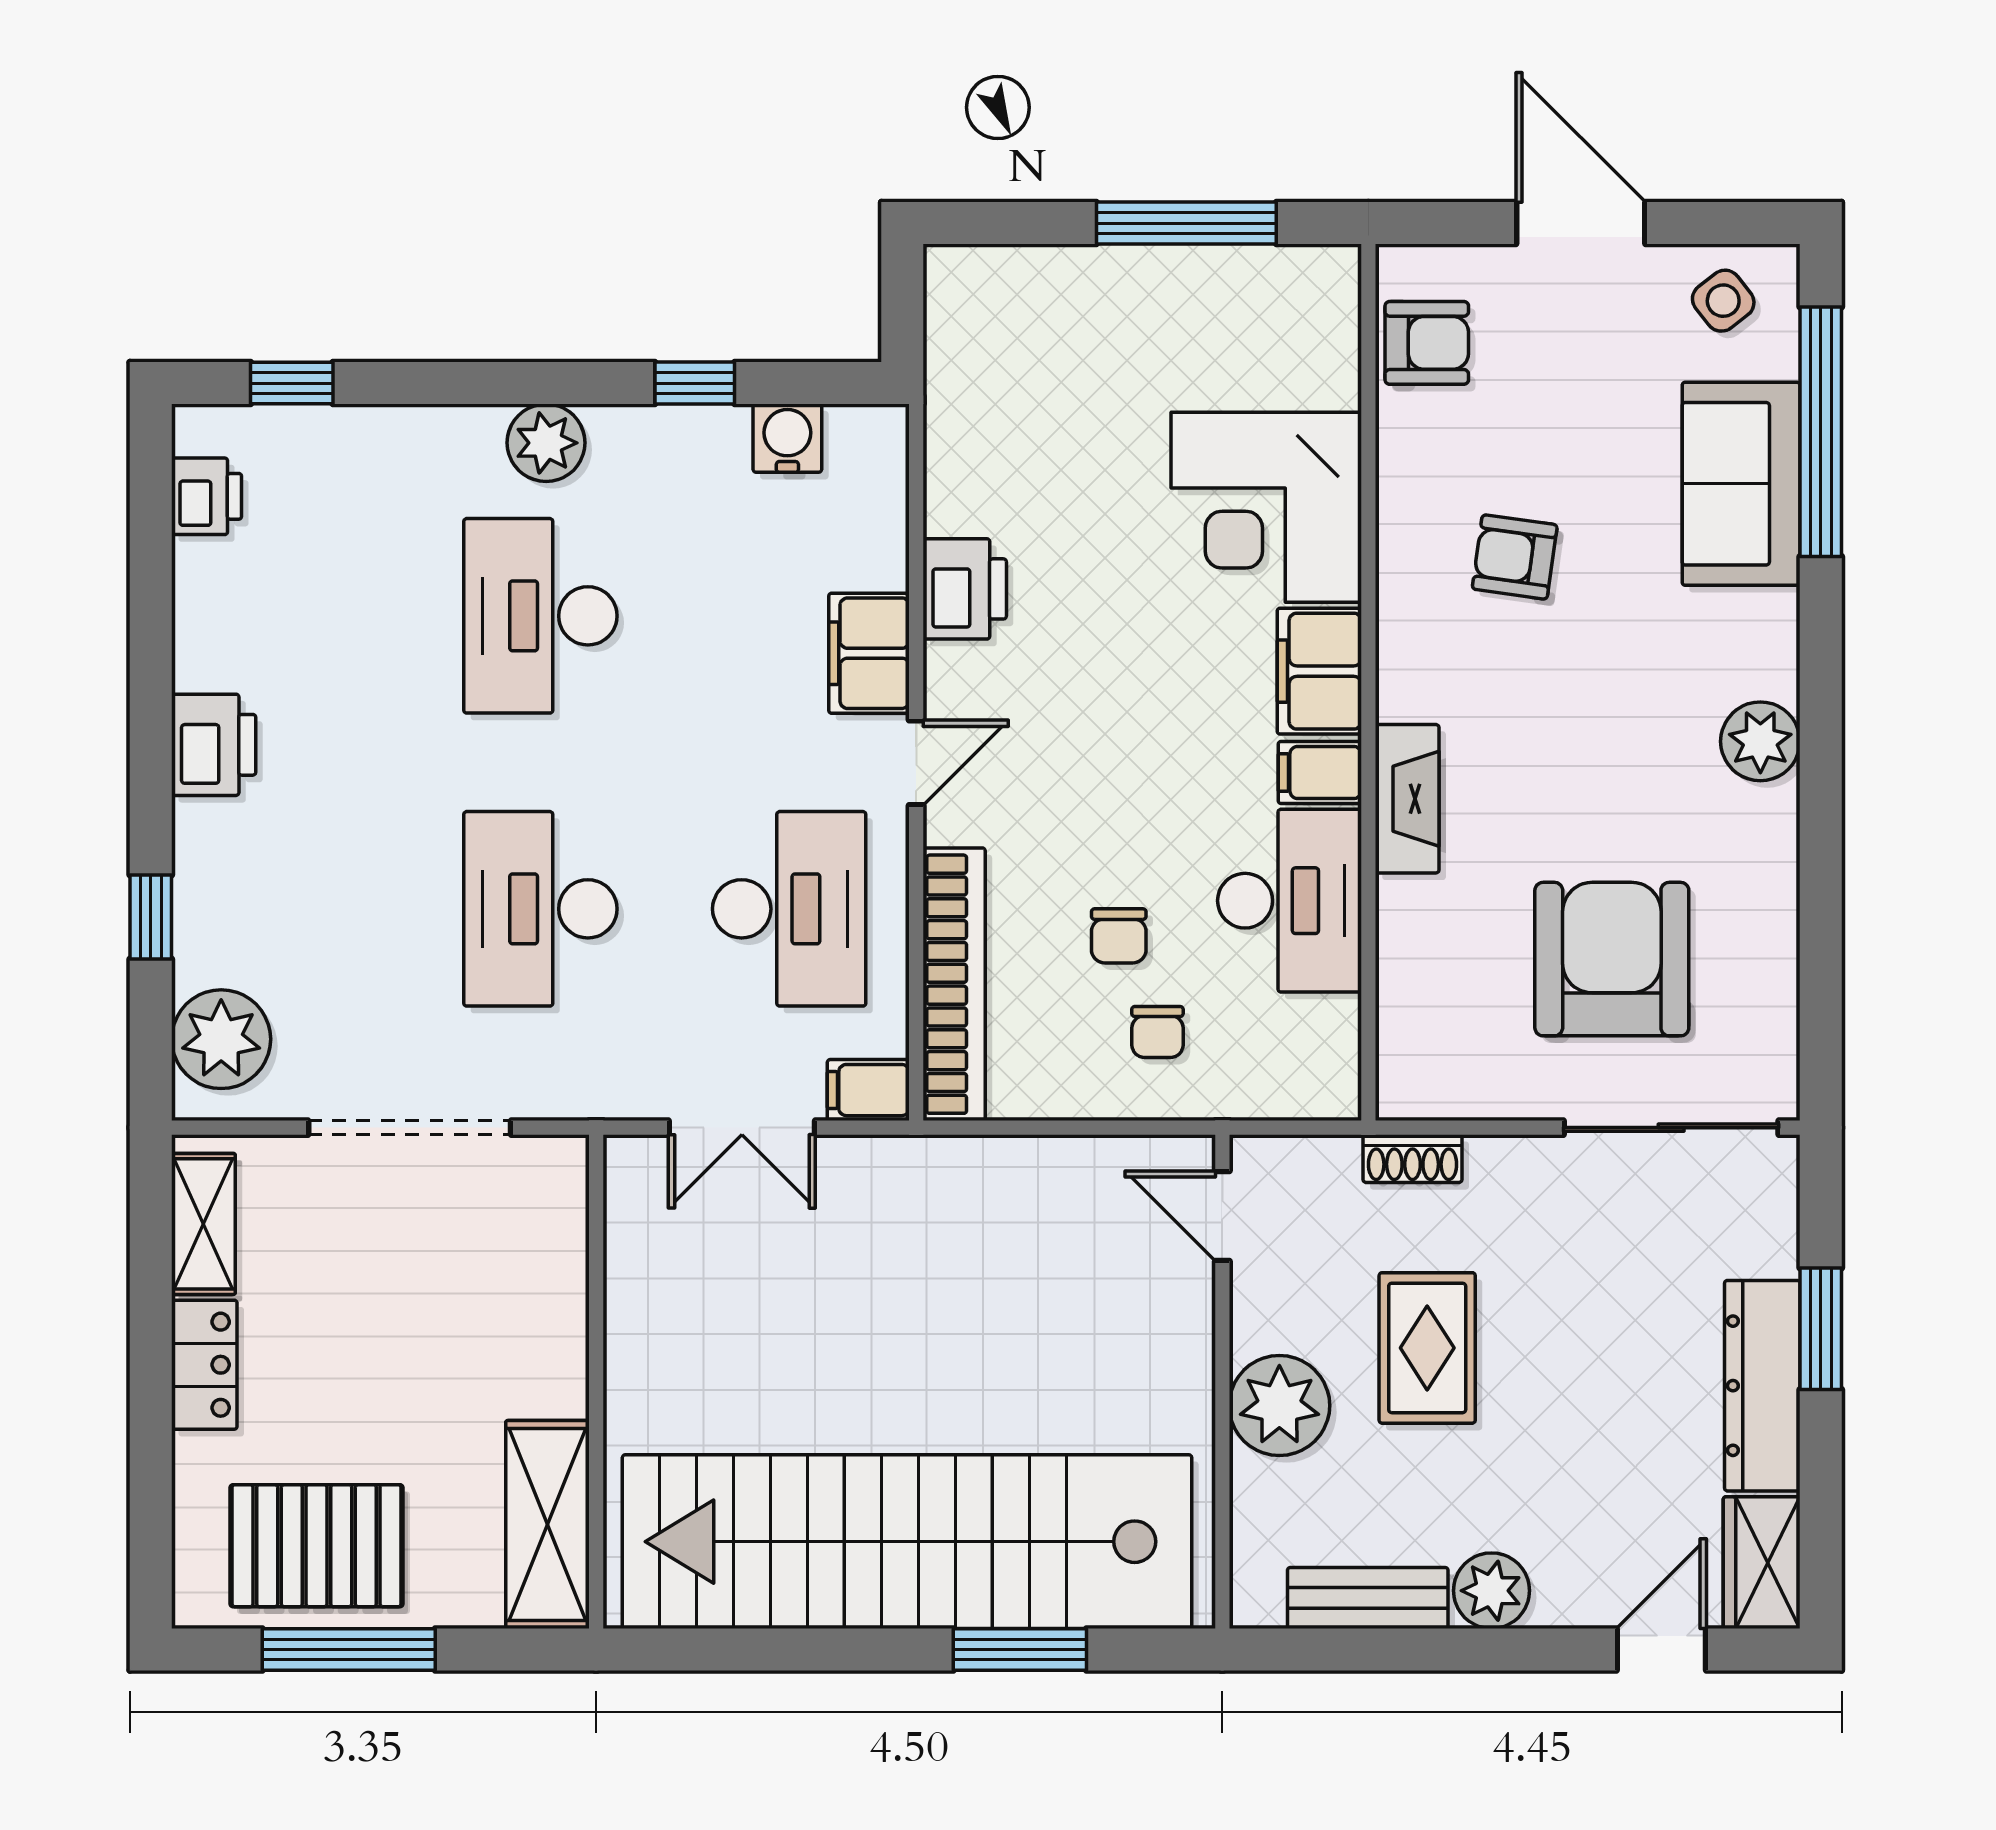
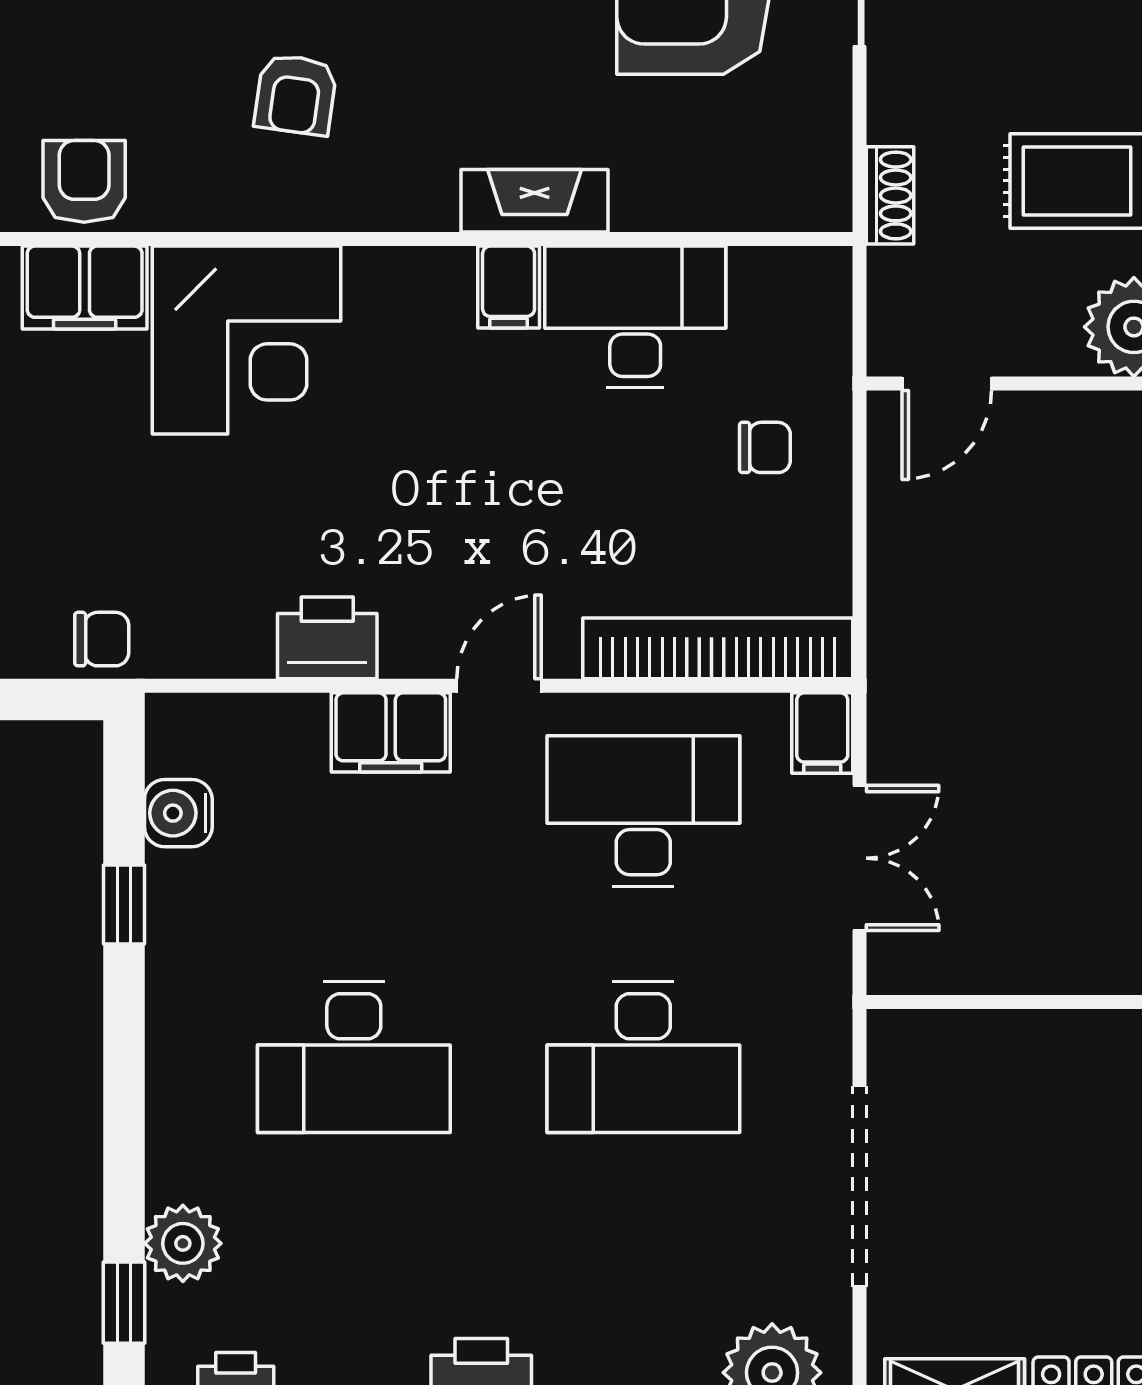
plant: (546, 443) -> (183, 1243), moved
filing cabinet: (1319, 671) -> (85, 287), moved
door: (916, 763) -> (499, 686), hinge flipped
chair: (1119, 936) -> (102, 639), moved

